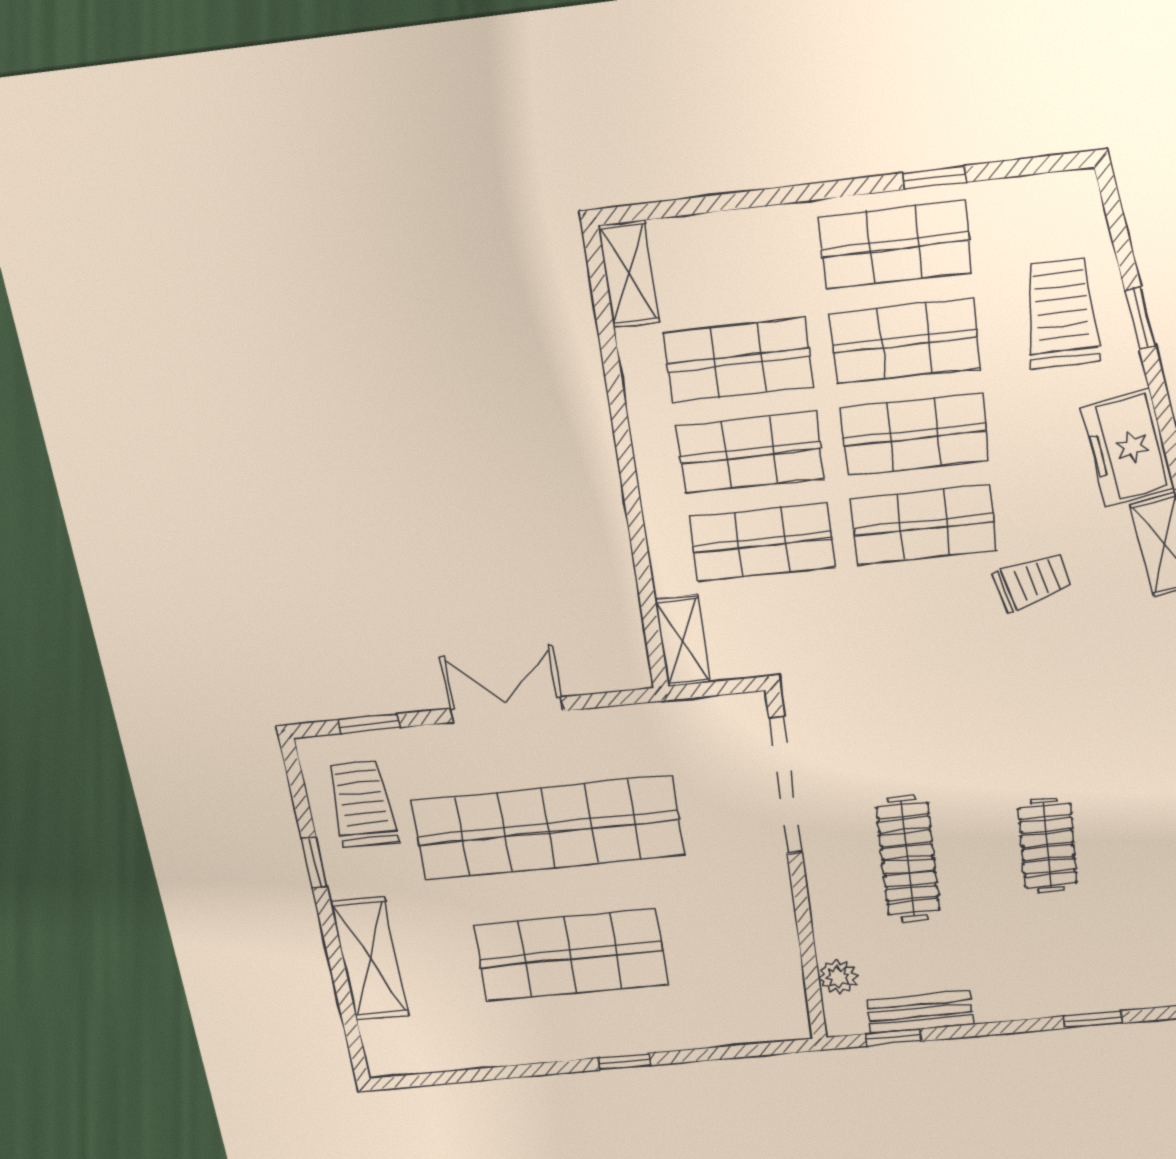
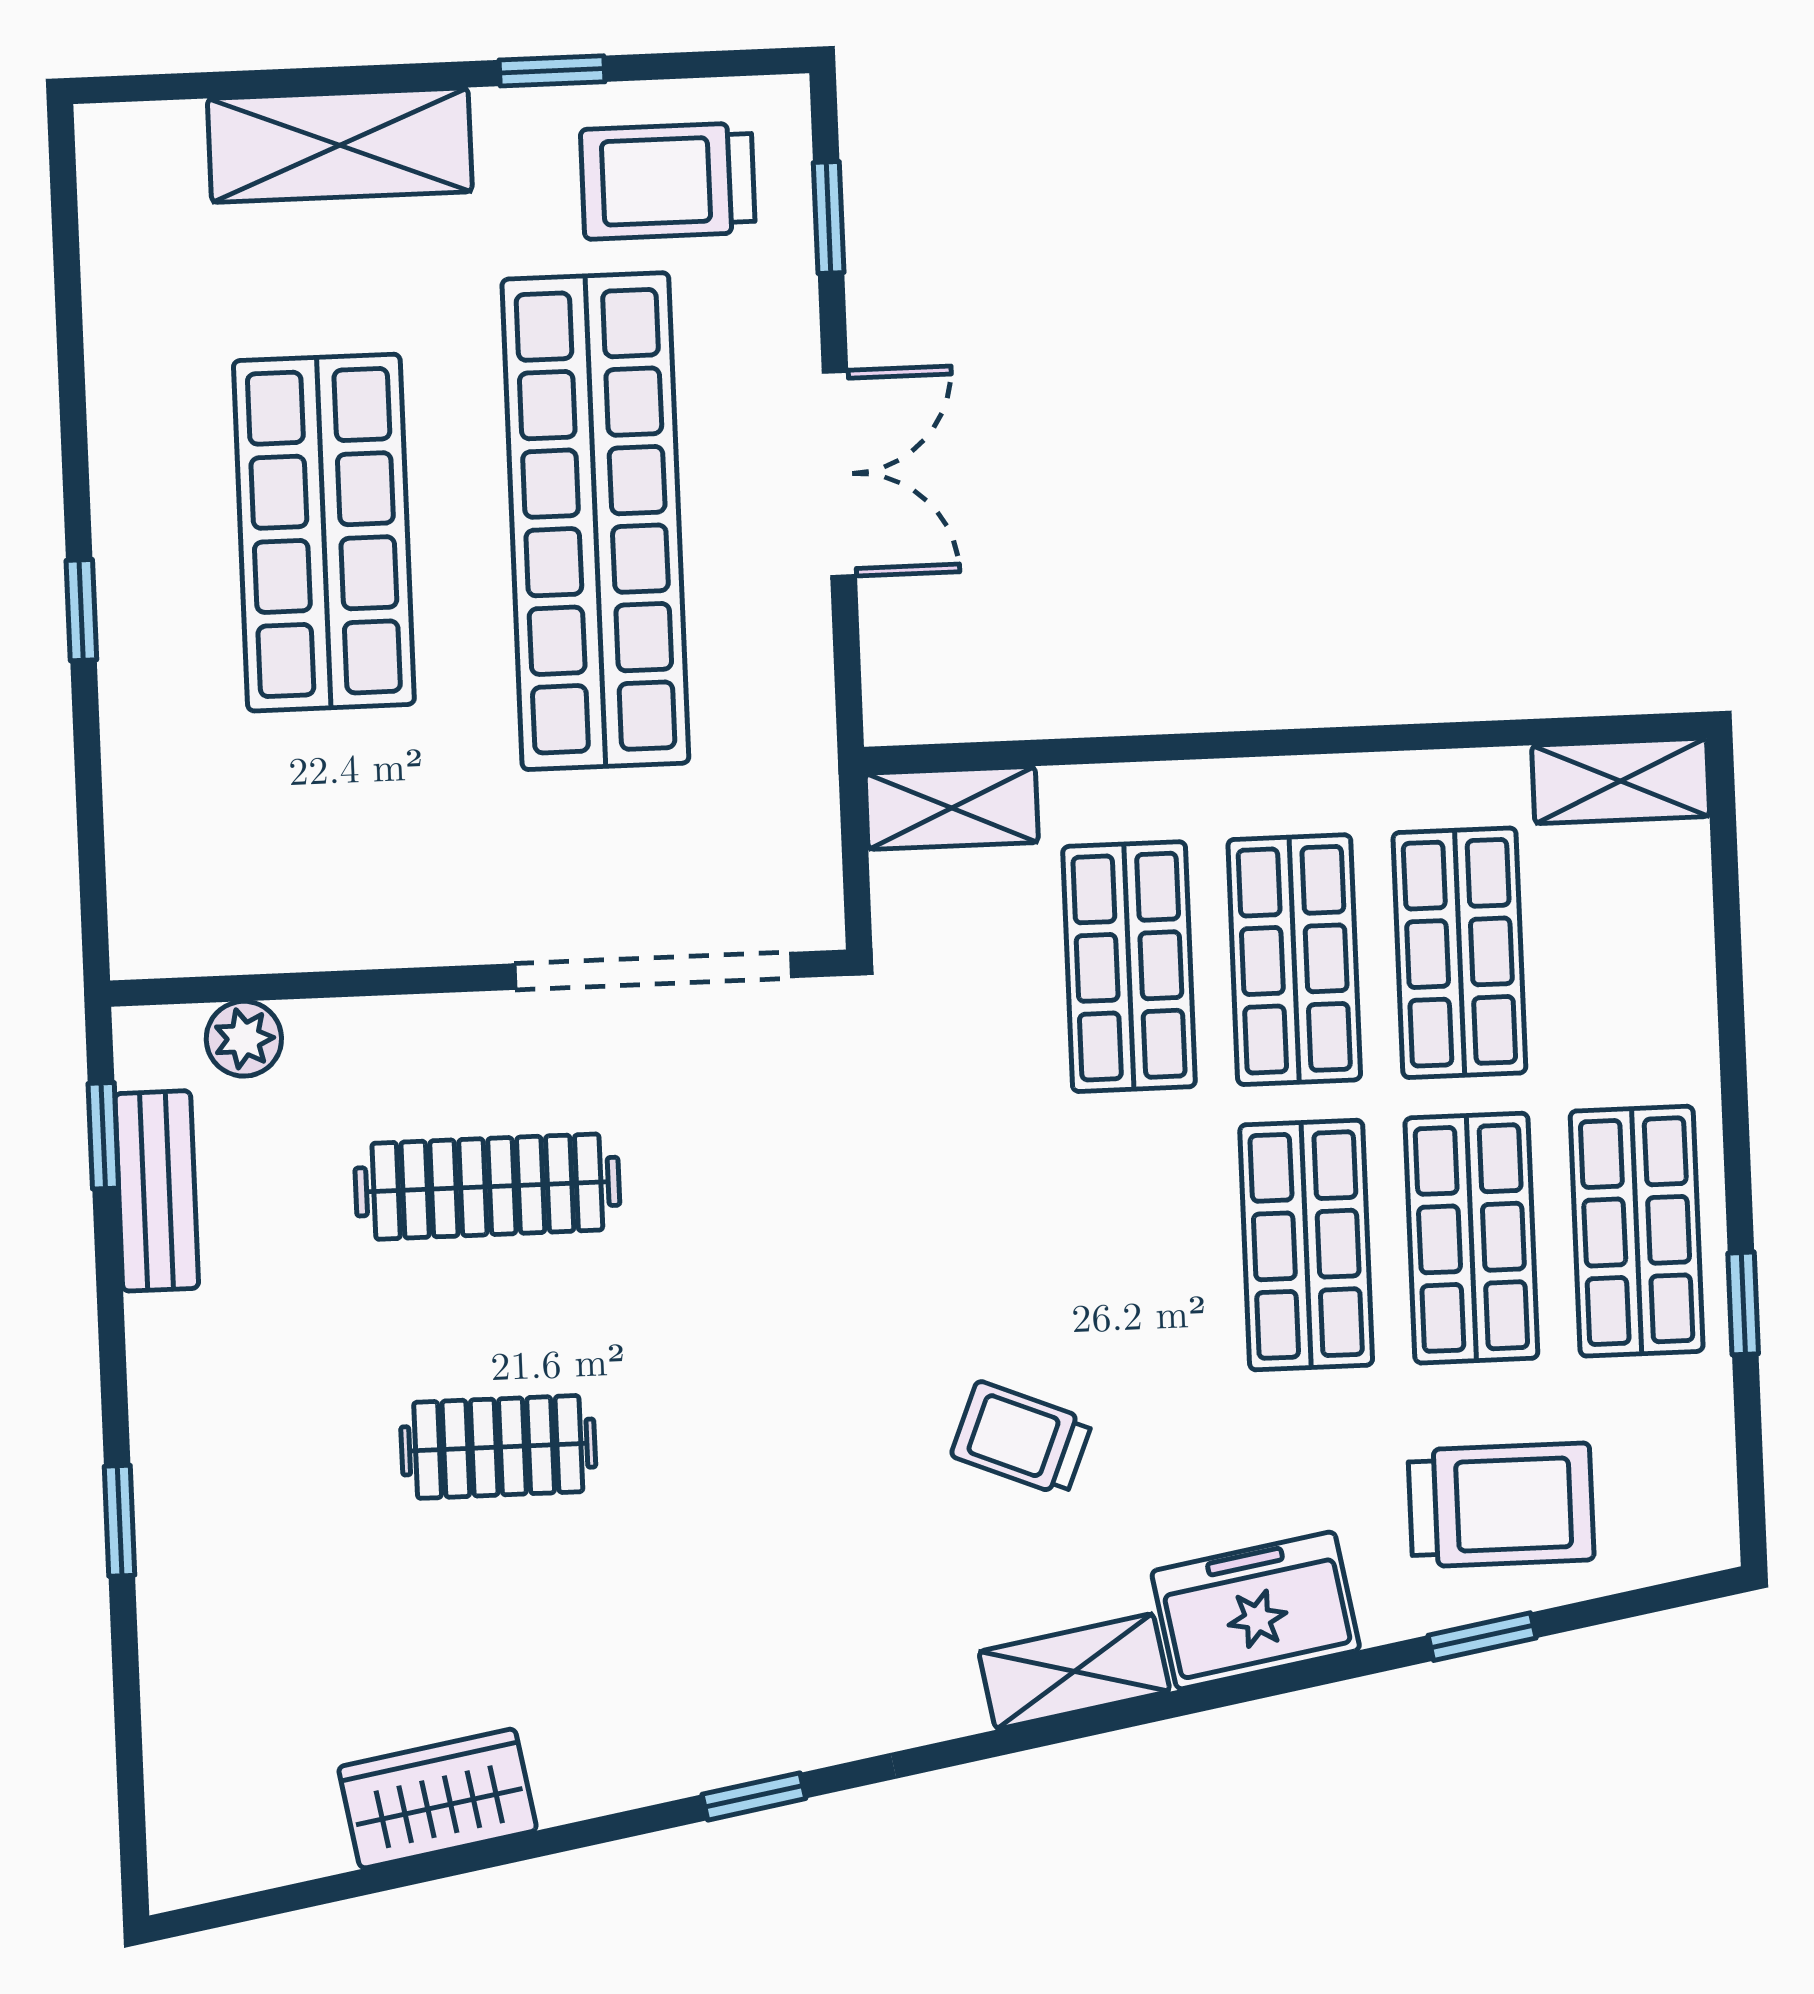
shop shelf: (924, 525) -> (1141, 1252), removed
trolley: (1033, 582) -> (1022, 1439), turned 127
trolley: (363, 804) -> (668, 181), turned 180

